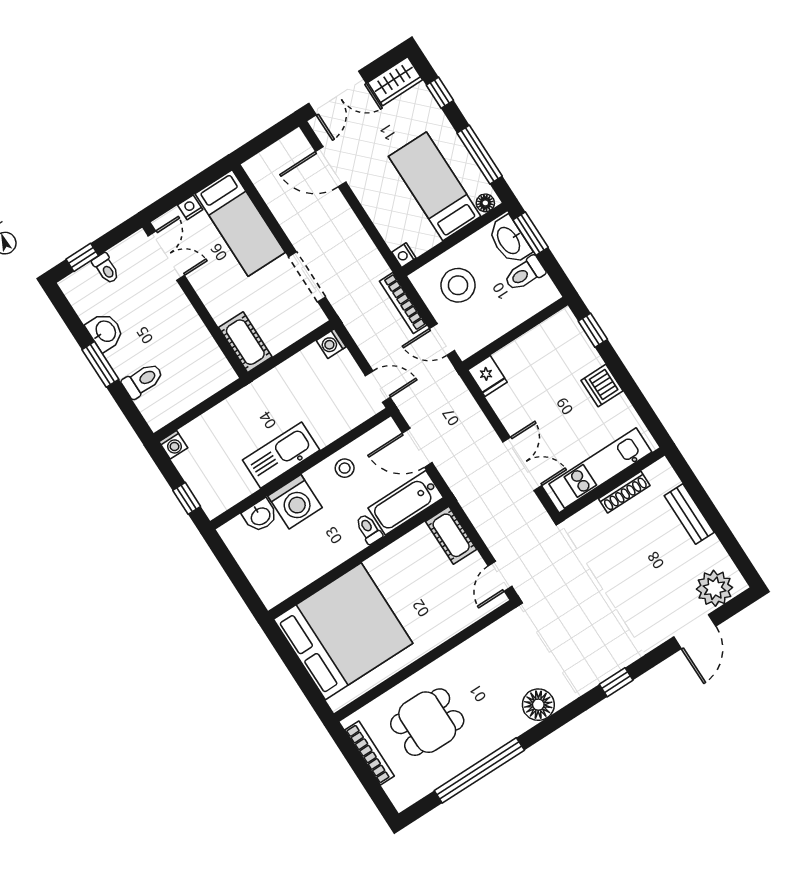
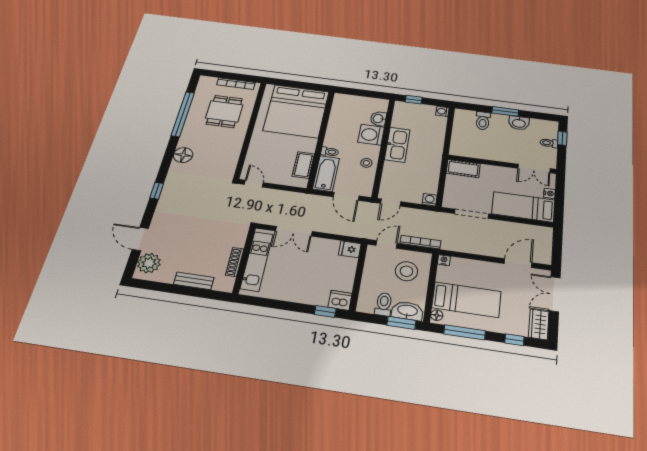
dishwasher: (602, 386) -> (340, 300), moved
door: (417, 448) -> (346, 196), swing flipped
cot: (451, 535) -> (303, 165), moved, turned 90

